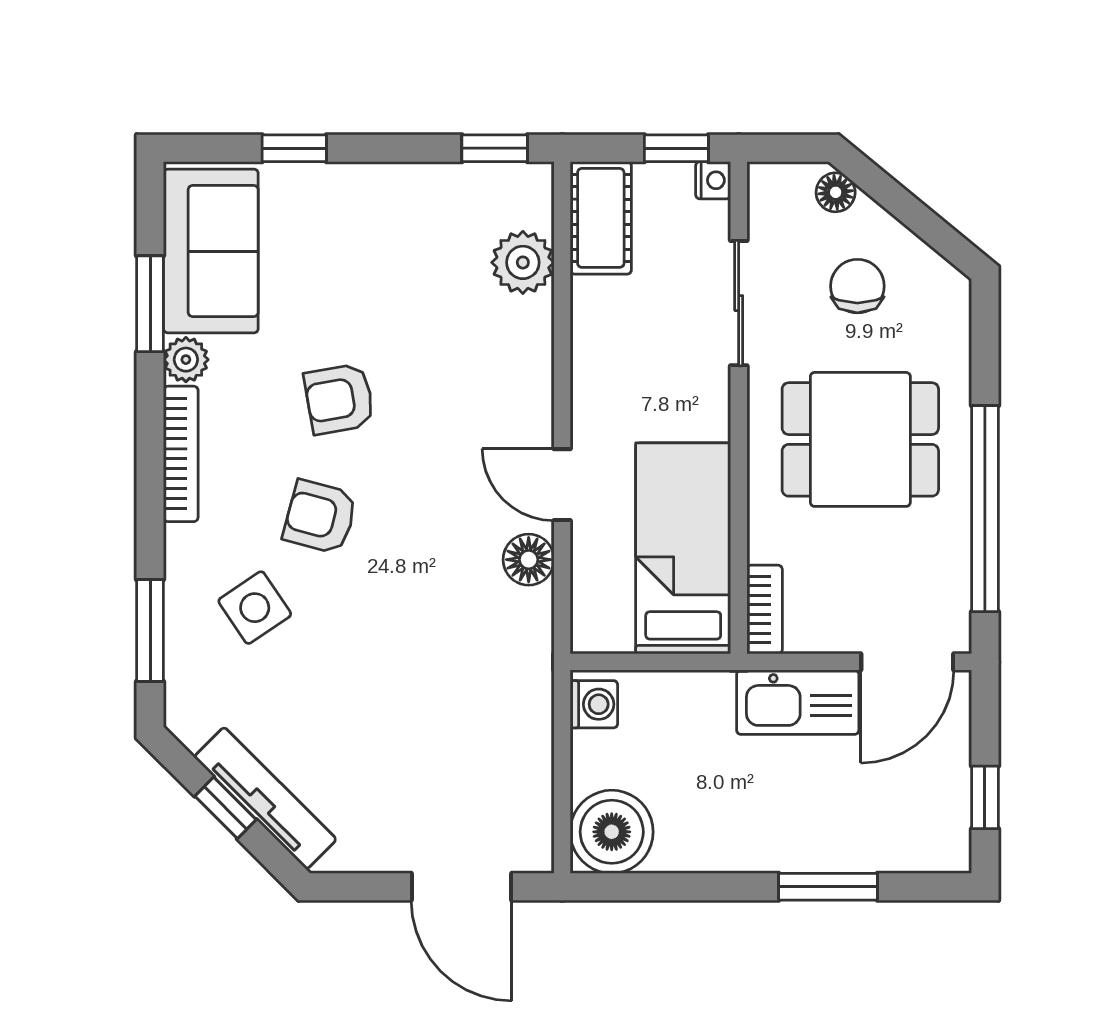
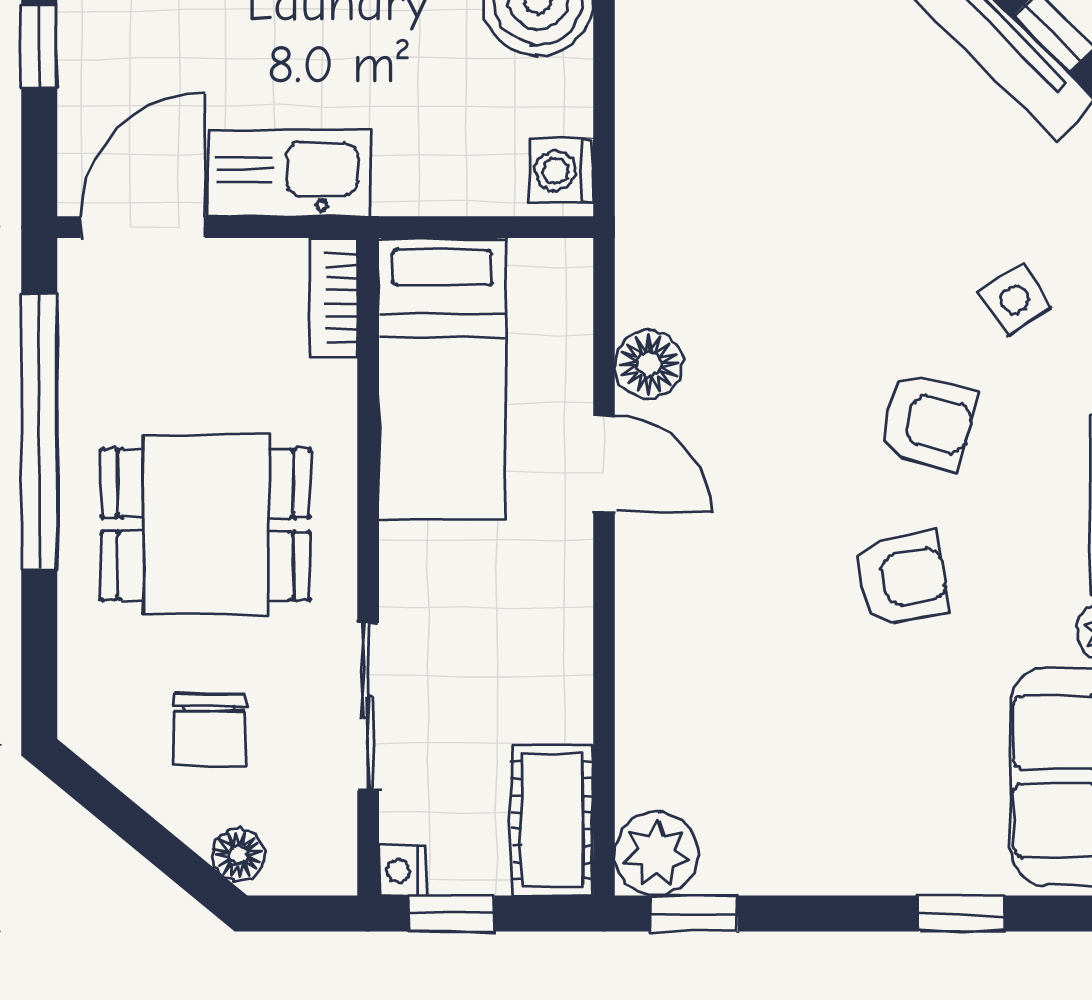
plant: (523, 262) -> (657, 854), moved
side table: (255, 608) -> (1015, 300), width x0.73, depth x0.73

